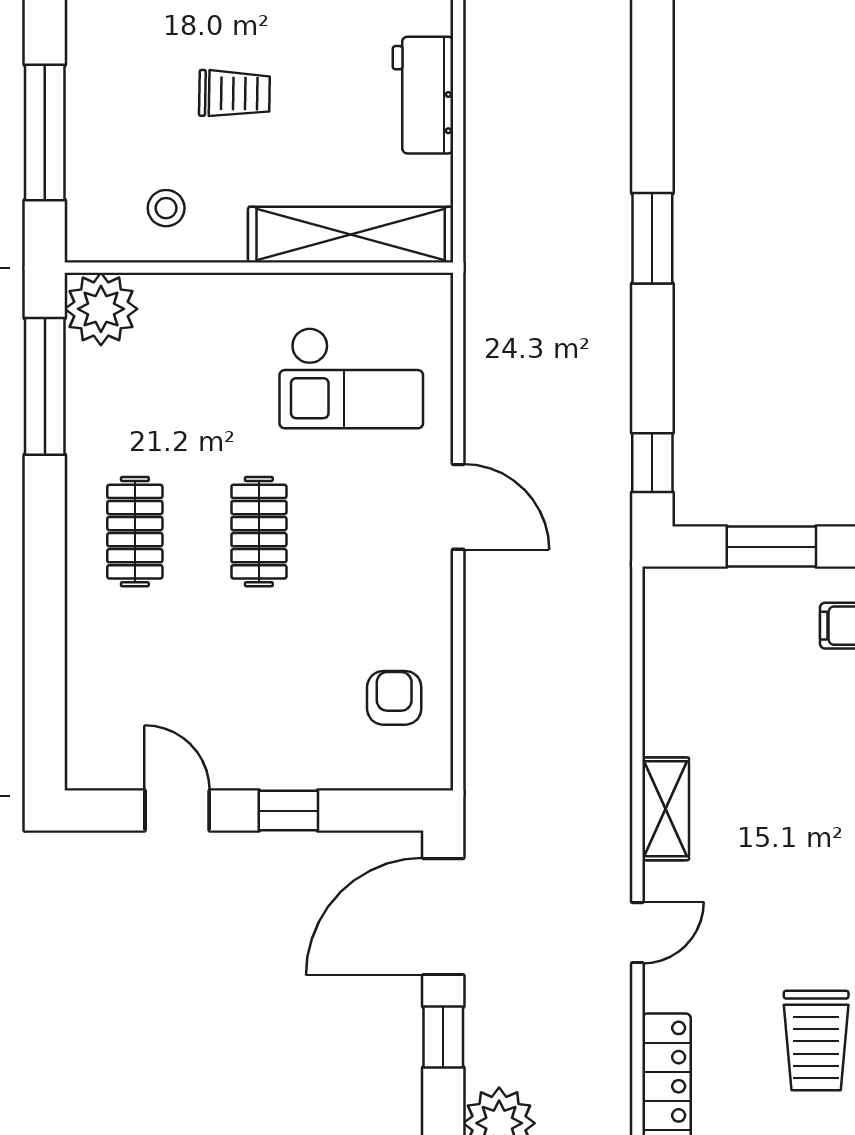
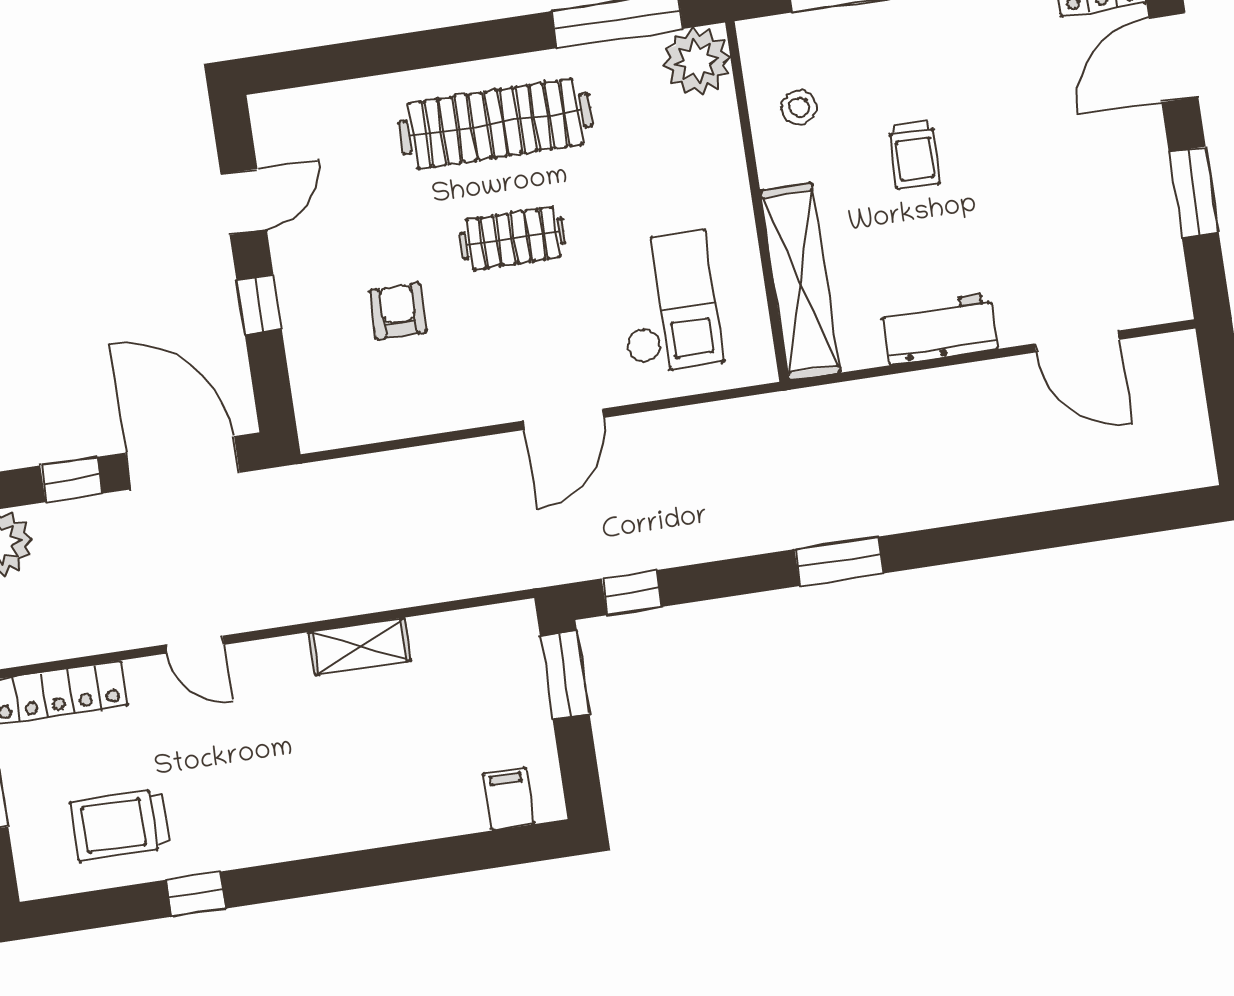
checkout: (351, 378) -> (668, 302), turned 180
clothes rail: (135, 532) -> (496, 124), width x1.86, depth x1.31
window: (771, 547) -> (565, 675), moved
armchair: (394, 698) -> (398, 311), moved, turned -90
shelving: (666, 809) -> (360, 646), moved

